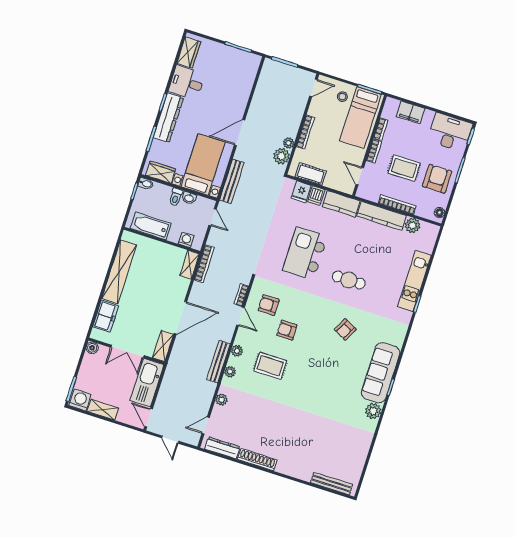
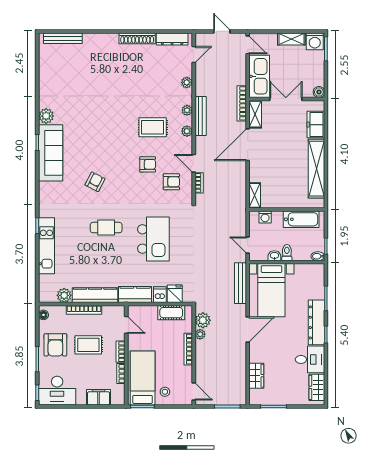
door: (313, 88) -> (194, 391), swing flipped
wardrobe: (161, 172) -> (256, 376), moved, turned -90
bookcase: (204, 264) -> (242, 103), moved

